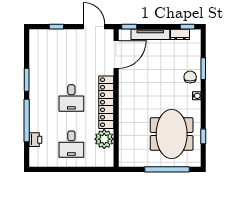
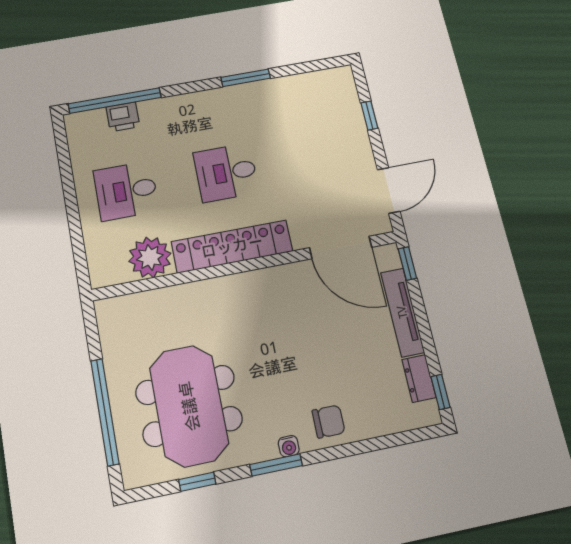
window: (203, 69) -> (276, 465), moved
window: (27, 120) -> (115, 101), moved
meeting table: (172, 134) -> (189, 406), turned 90

